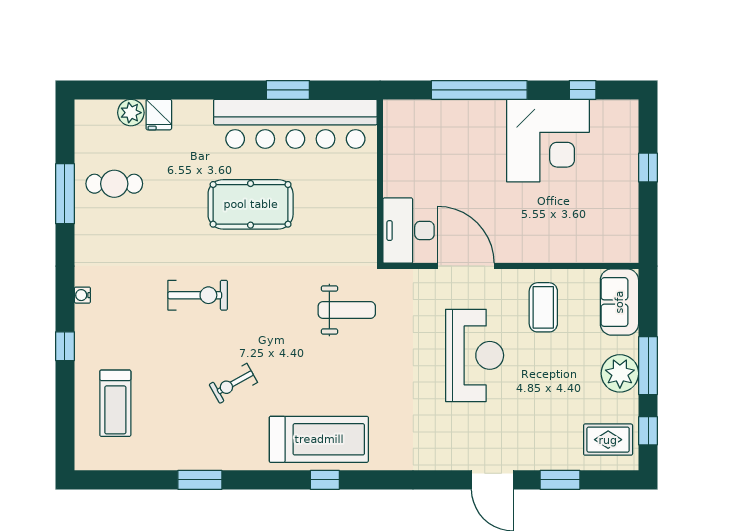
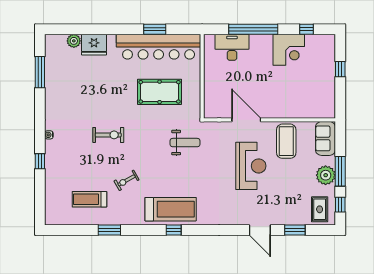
fridge: (159, 115) -> (94, 45), width x1.88, depth x1.34
corner desk: (548, 141) -> (289, 50), width x0.74, depth x0.74
cafe table: (114, 184) -> (65, 78), removed
window: (65, 194) -> (40, 72), moved
pool table: (251, 204) -> (160, 92), moved
desk: (409, 231) -> (232, 47), moved, turned 90
coffee table: (543, 307) -> (286, 141), width x1.36, depth x1.32
treadmill: (115, 403) -> (89, 199), moved, turned 90
rug: (608, 440) -> (320, 209), turned 90

